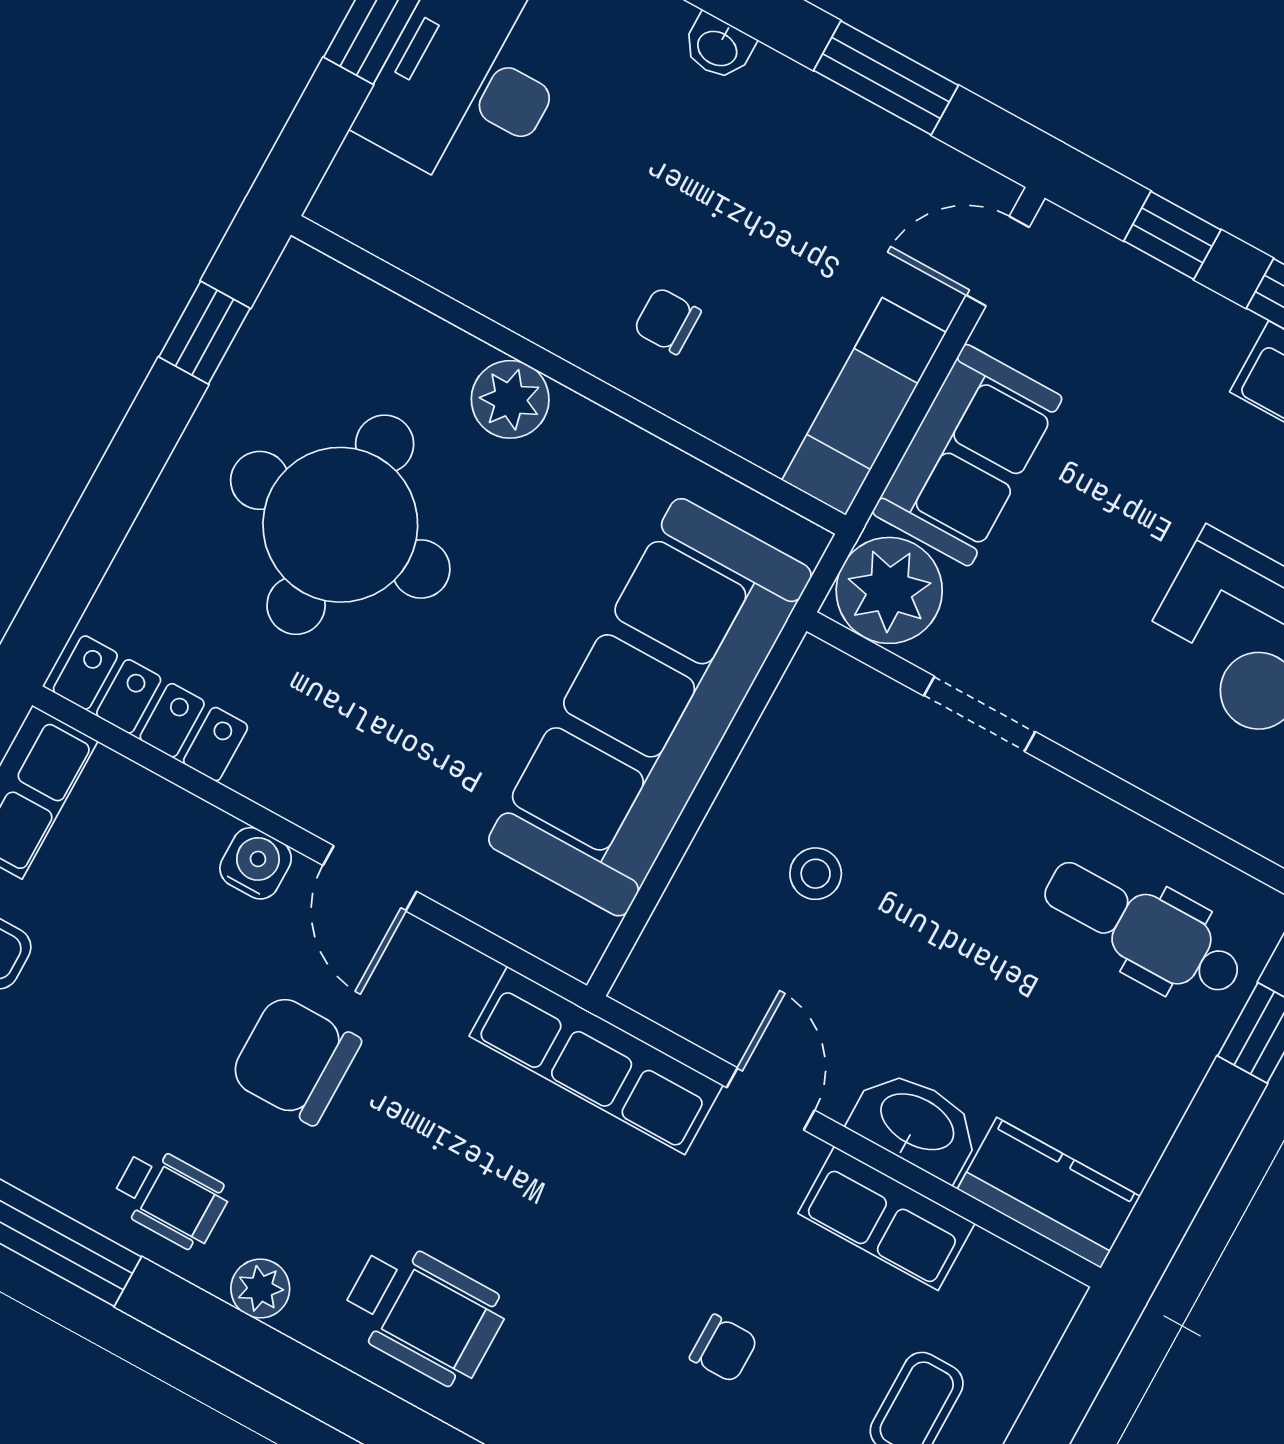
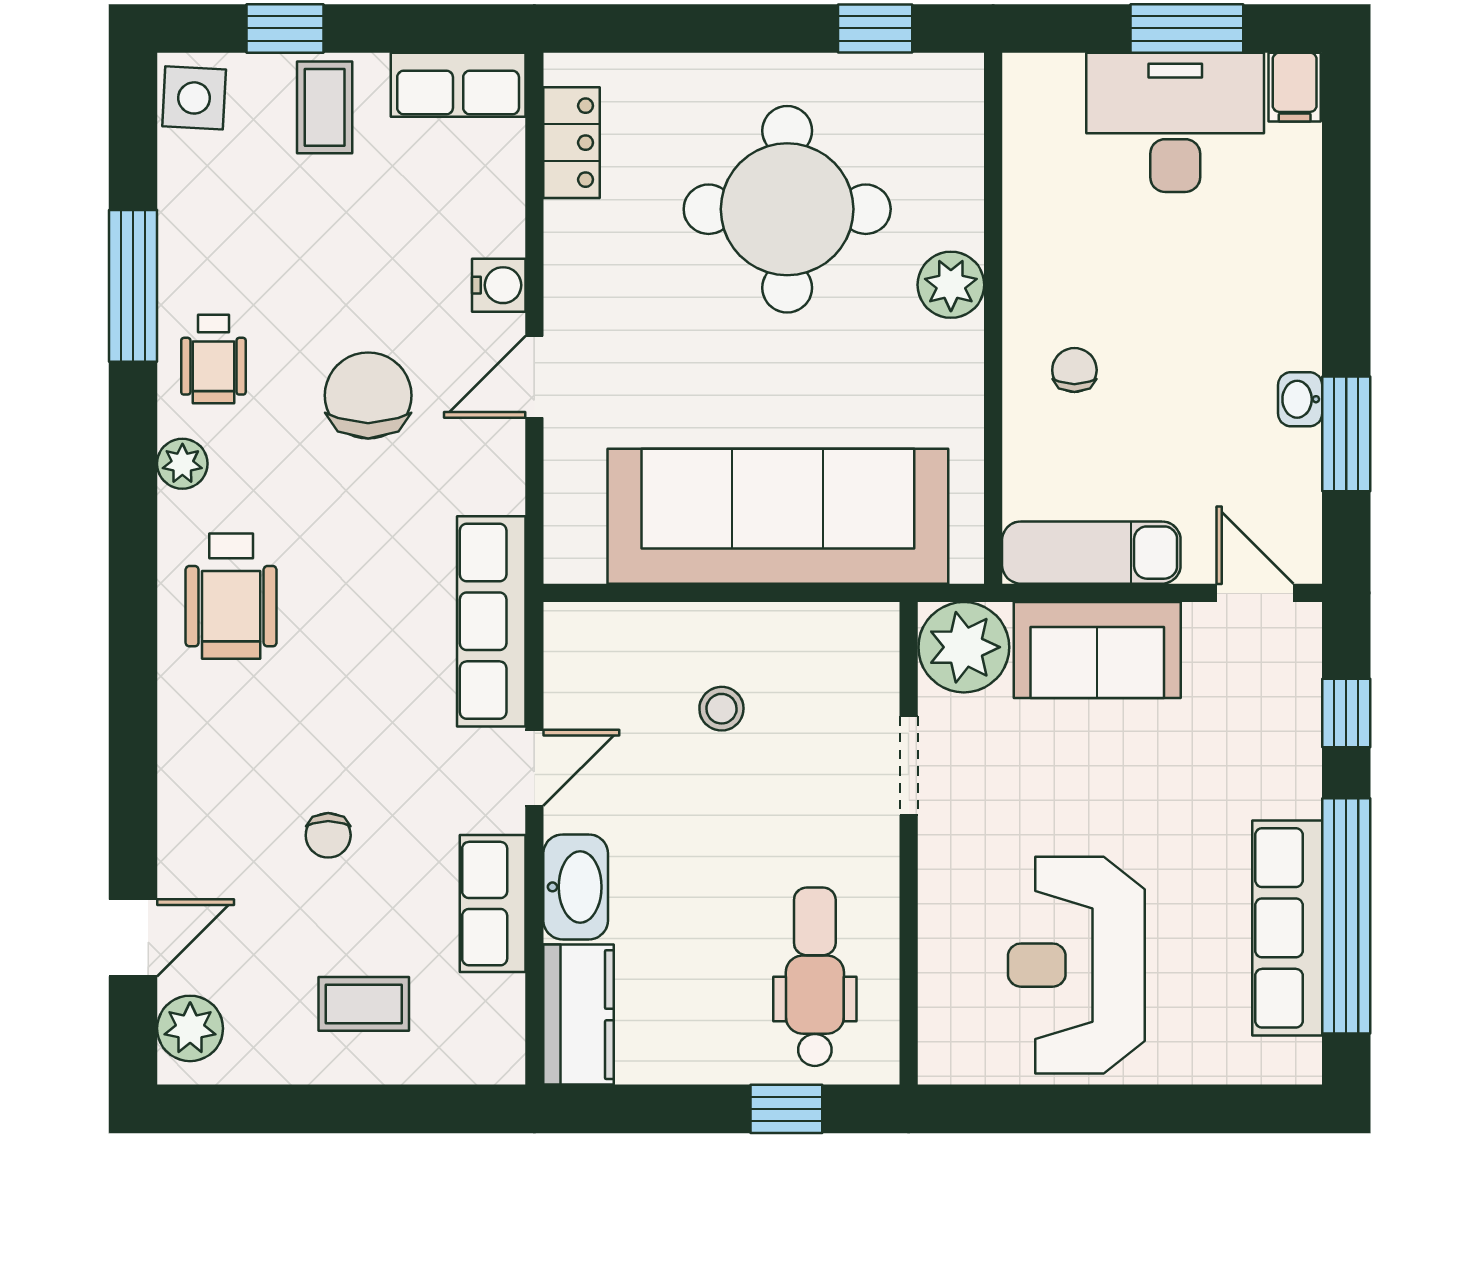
washbasin: (718, 47) -> (1300, 399), moved
locker: (150, 708) -> (572, 143), width x0.66

